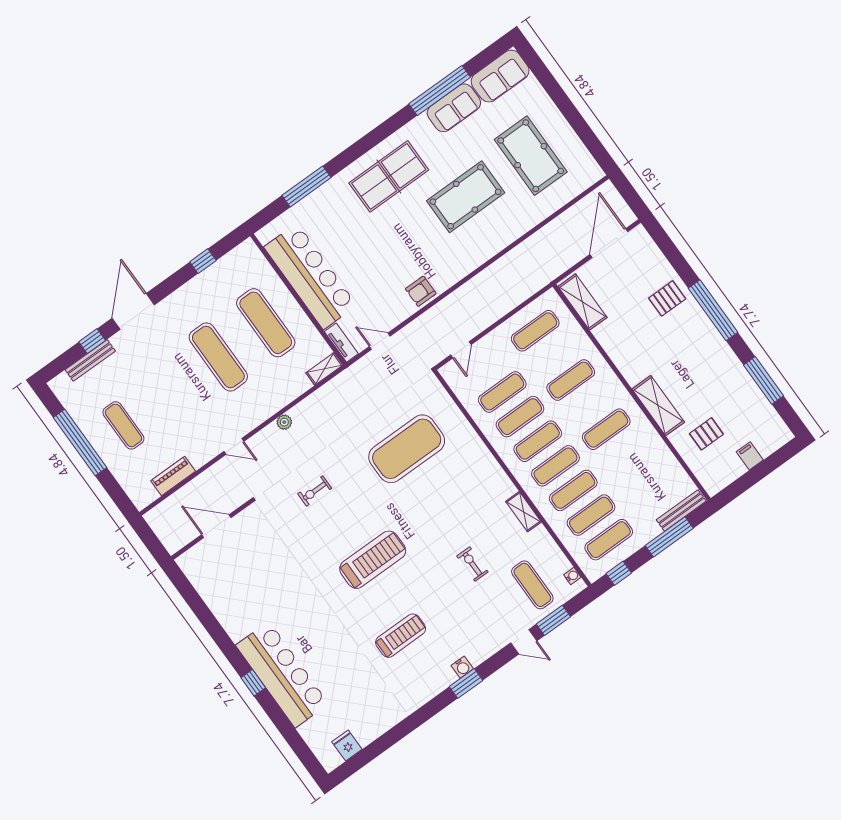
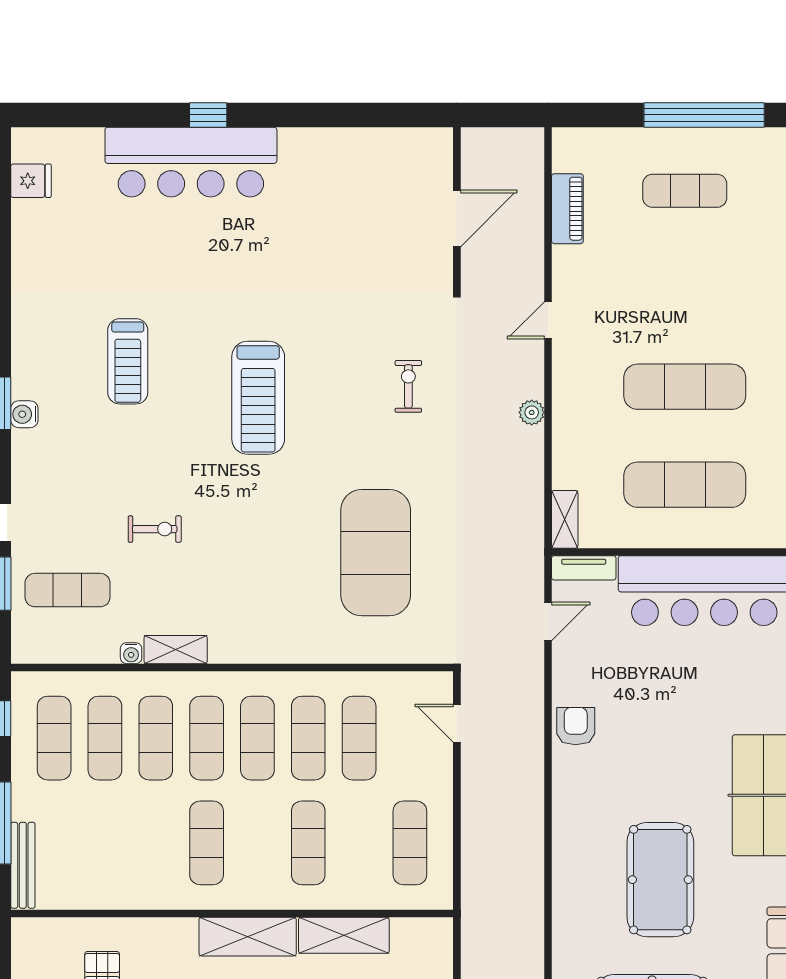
shelving: (582, 302) -> (344, 935), moved
shelving: (658, 406) -> (248, 937), moved
water cooler: (572, 576) -> (131, 653), moved

